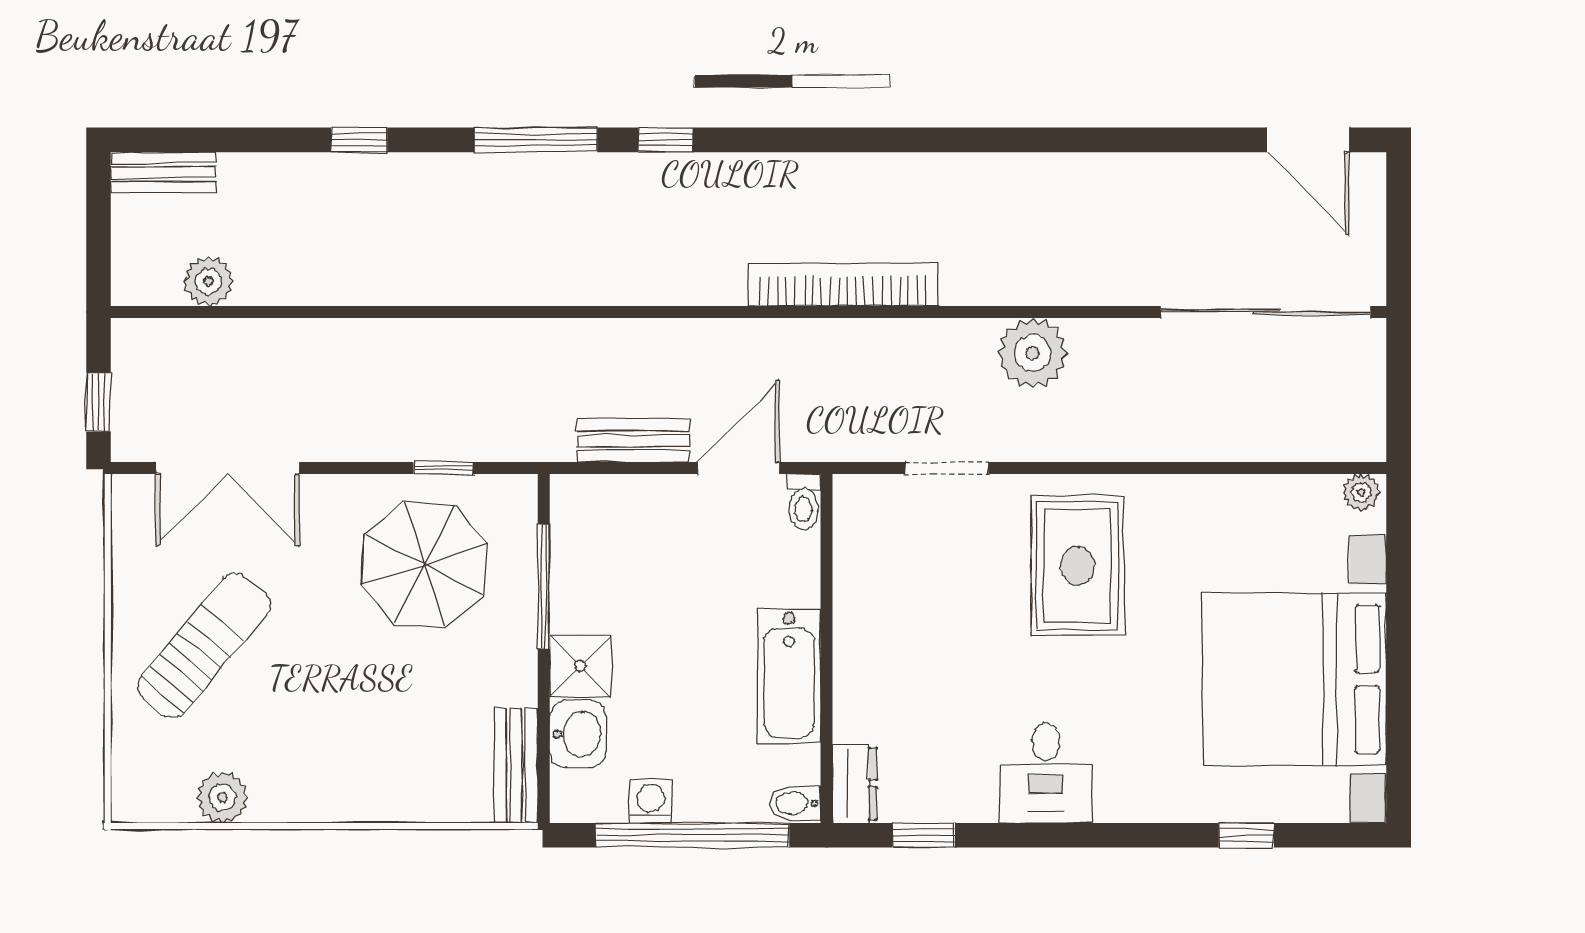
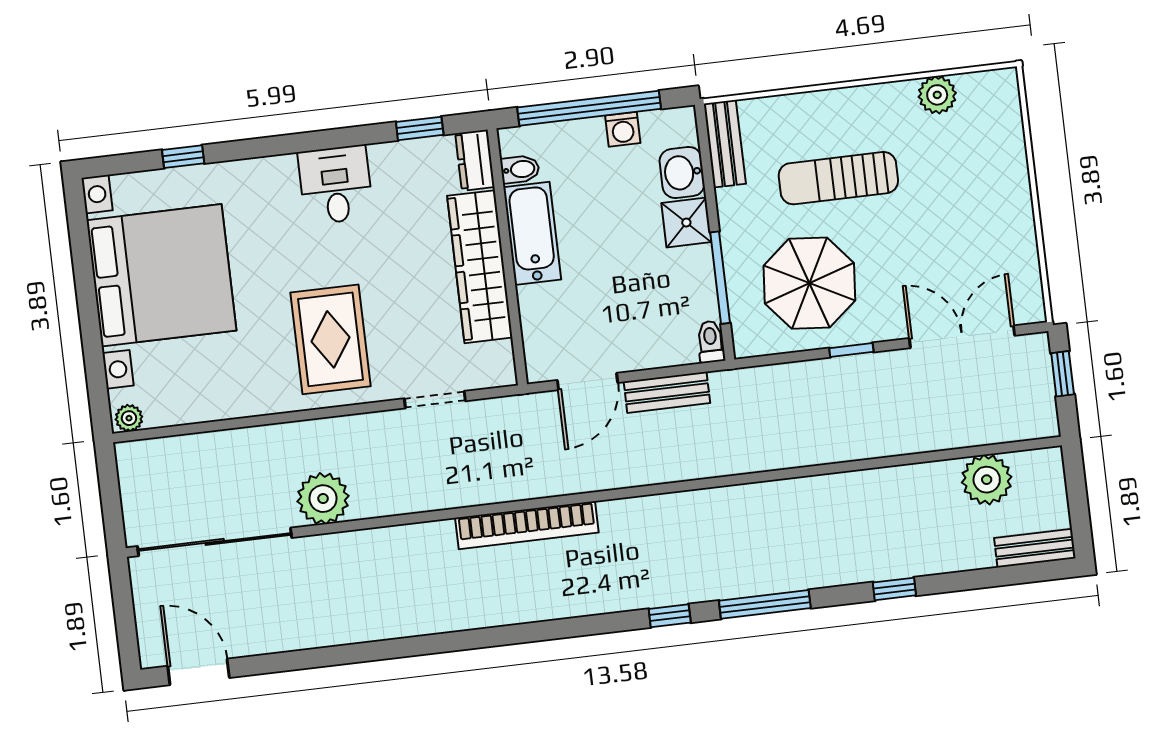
plant: (208, 281) -> (987, 480), width x1.36, depth x1.36
plant: (1033, 353) -> (323, 499), moved
window: (443, 468) -> (851, 350), moved
toilet: (804, 502) -> (711, 342), moved
wardrobe: (865, 640) -> (480, 267), added
sun lounger: (204, 645) -> (838, 178), moved, turned 50
bidet: (795, 803) -> (520, 169), moved

